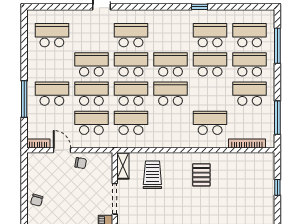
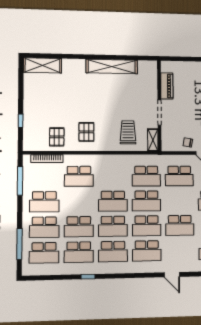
school desk: (91, 94) -> (113, 252), moved
pallet: (236, 169) -> (57, 137), added
trolley: (152, 175) -> (128, 132), turned 180

